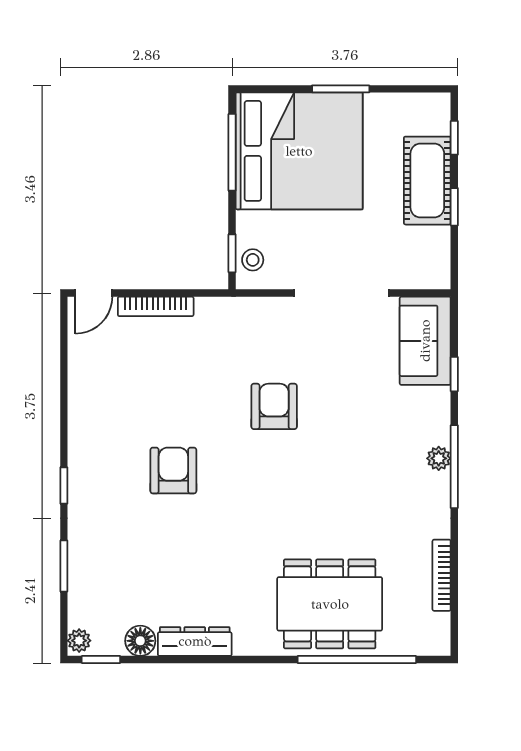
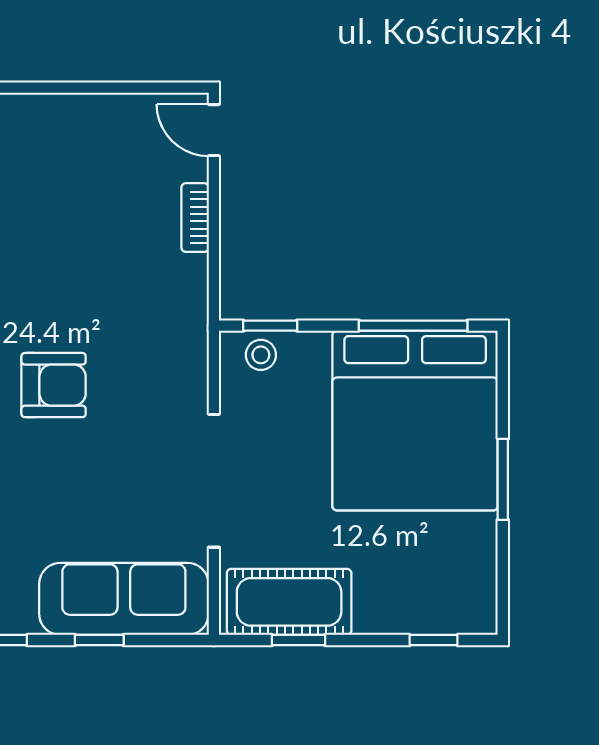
cot: (427, 181) -> (289, 602), moved
window: (454, 207) -> (298, 640), moved
bookcase: (156, 306) -> (195, 218), width x0.64
sofa: (425, 341) -> (124, 599), width x1.36

